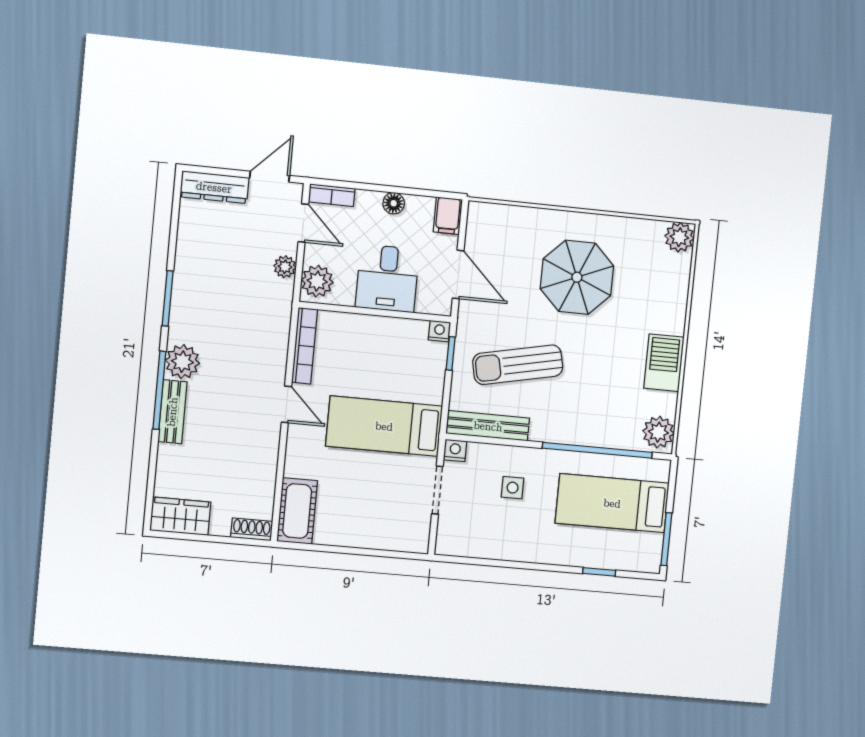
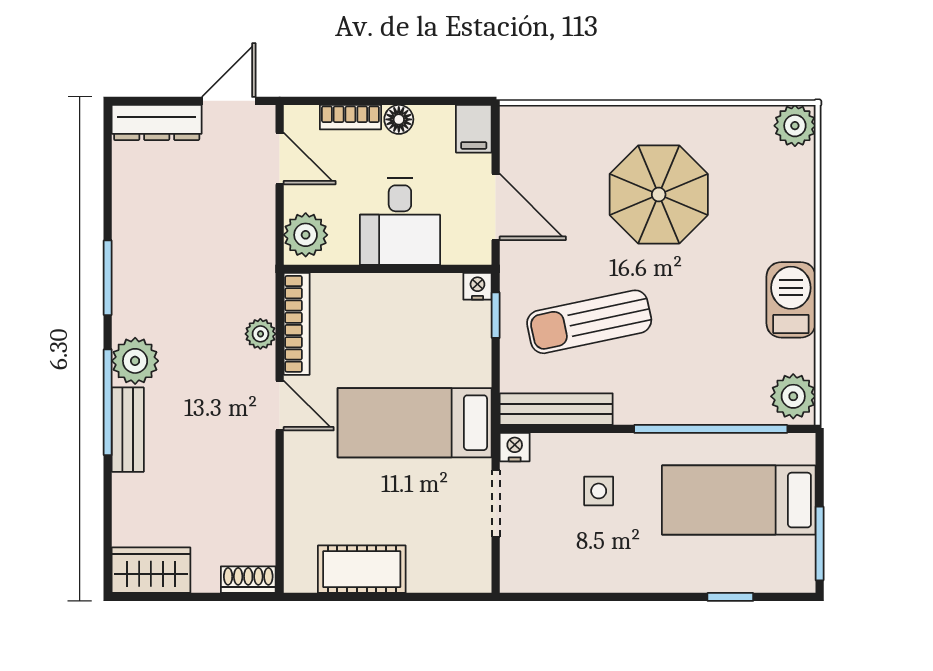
bookcase: (332, 195) -> (350, 117), moved
plant: (285, 267) -> (260, 334), moved
cot: (297, 511) -> (362, 569), moved, turned 90

